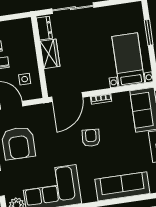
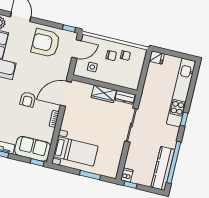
door: (67, 97) -> (66, 94), hinge flipped
armchair: (91, 138) -> (28, 99), turned 86

